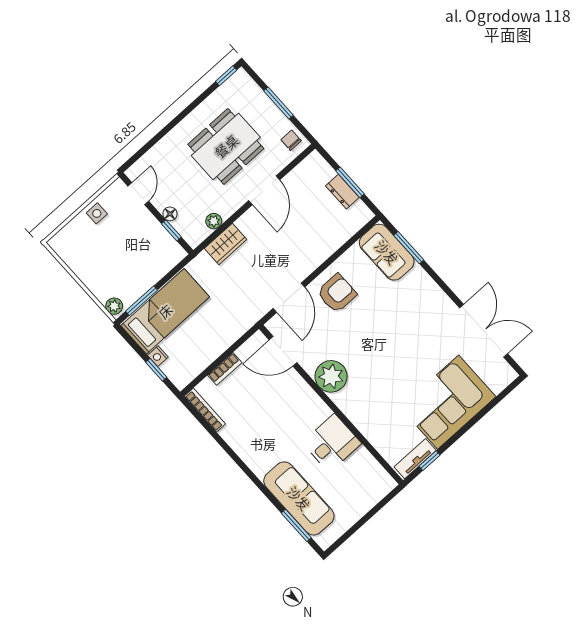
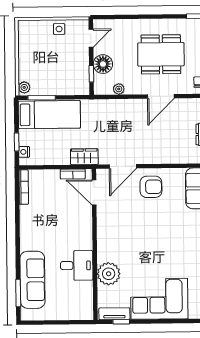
floor lamp: (170, 214) -> (103, 64), width x1.89, depth x1.89
wardrobe: (226, 244) -> (84, 157), moved, turned 180
nightstand: (158, 356) -> (24, 152), moved
bookcase: (225, 369) -> (73, 174), moved
plant: (331, 376) -> (109, 274), moved

